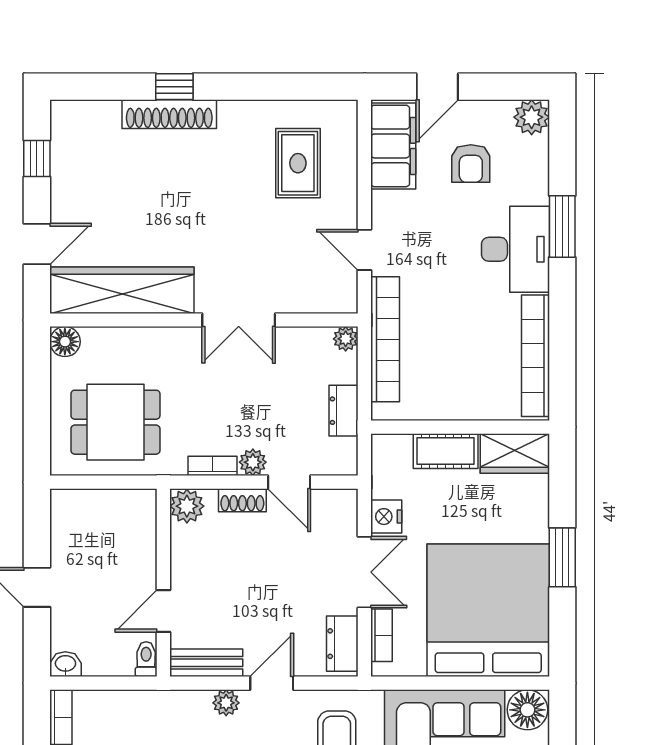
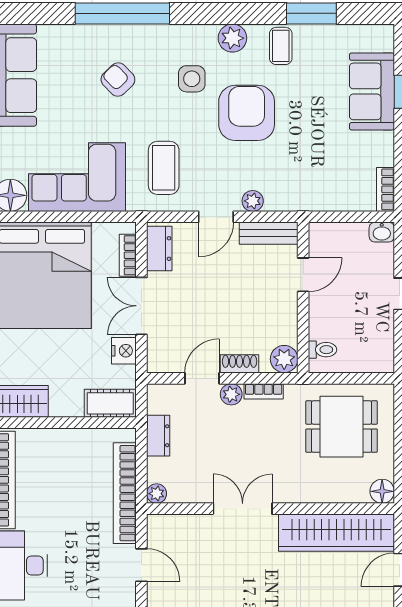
cot: (446, 451) -> (110, 403), moved
door: (289, 482) -> (202, 378), hinge flipped
toilet: (146, 659) -> (322, 350), moved, turned -90

